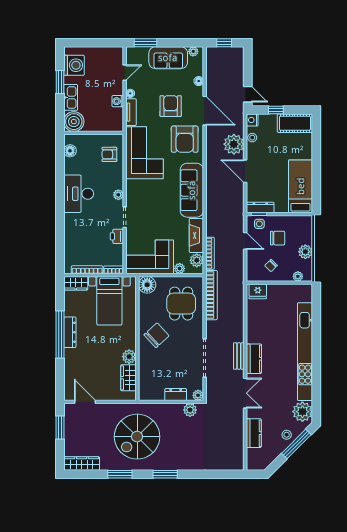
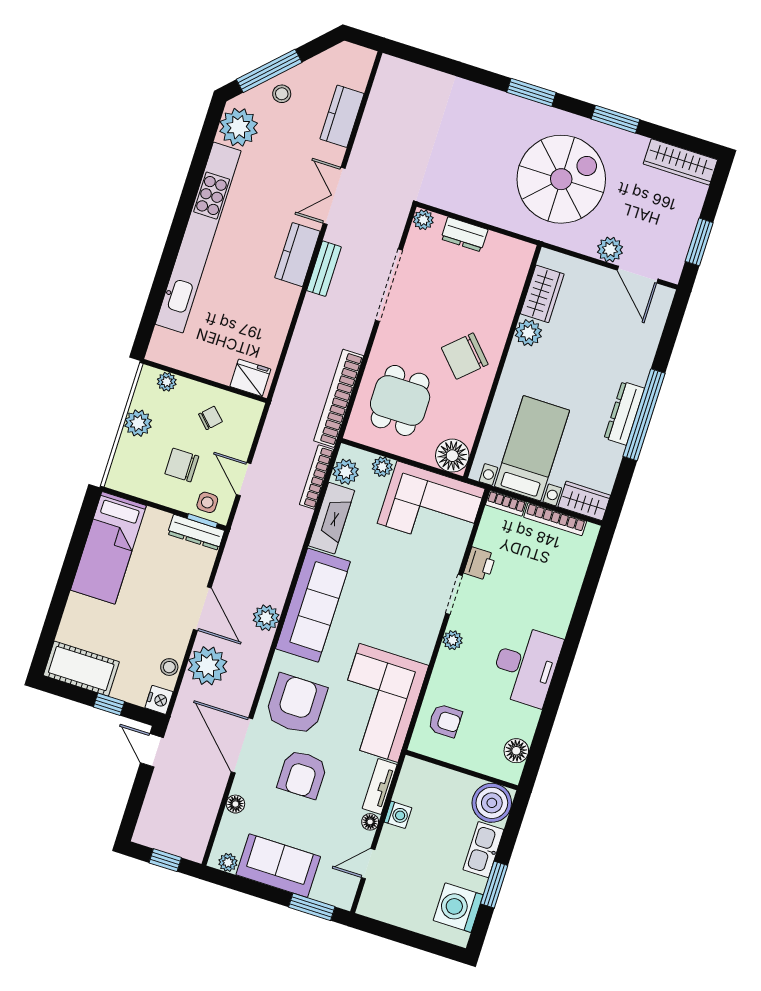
plant: (213, 177) -> (266, 618), added
plant: (190, 410) -> (610, 249), moved

